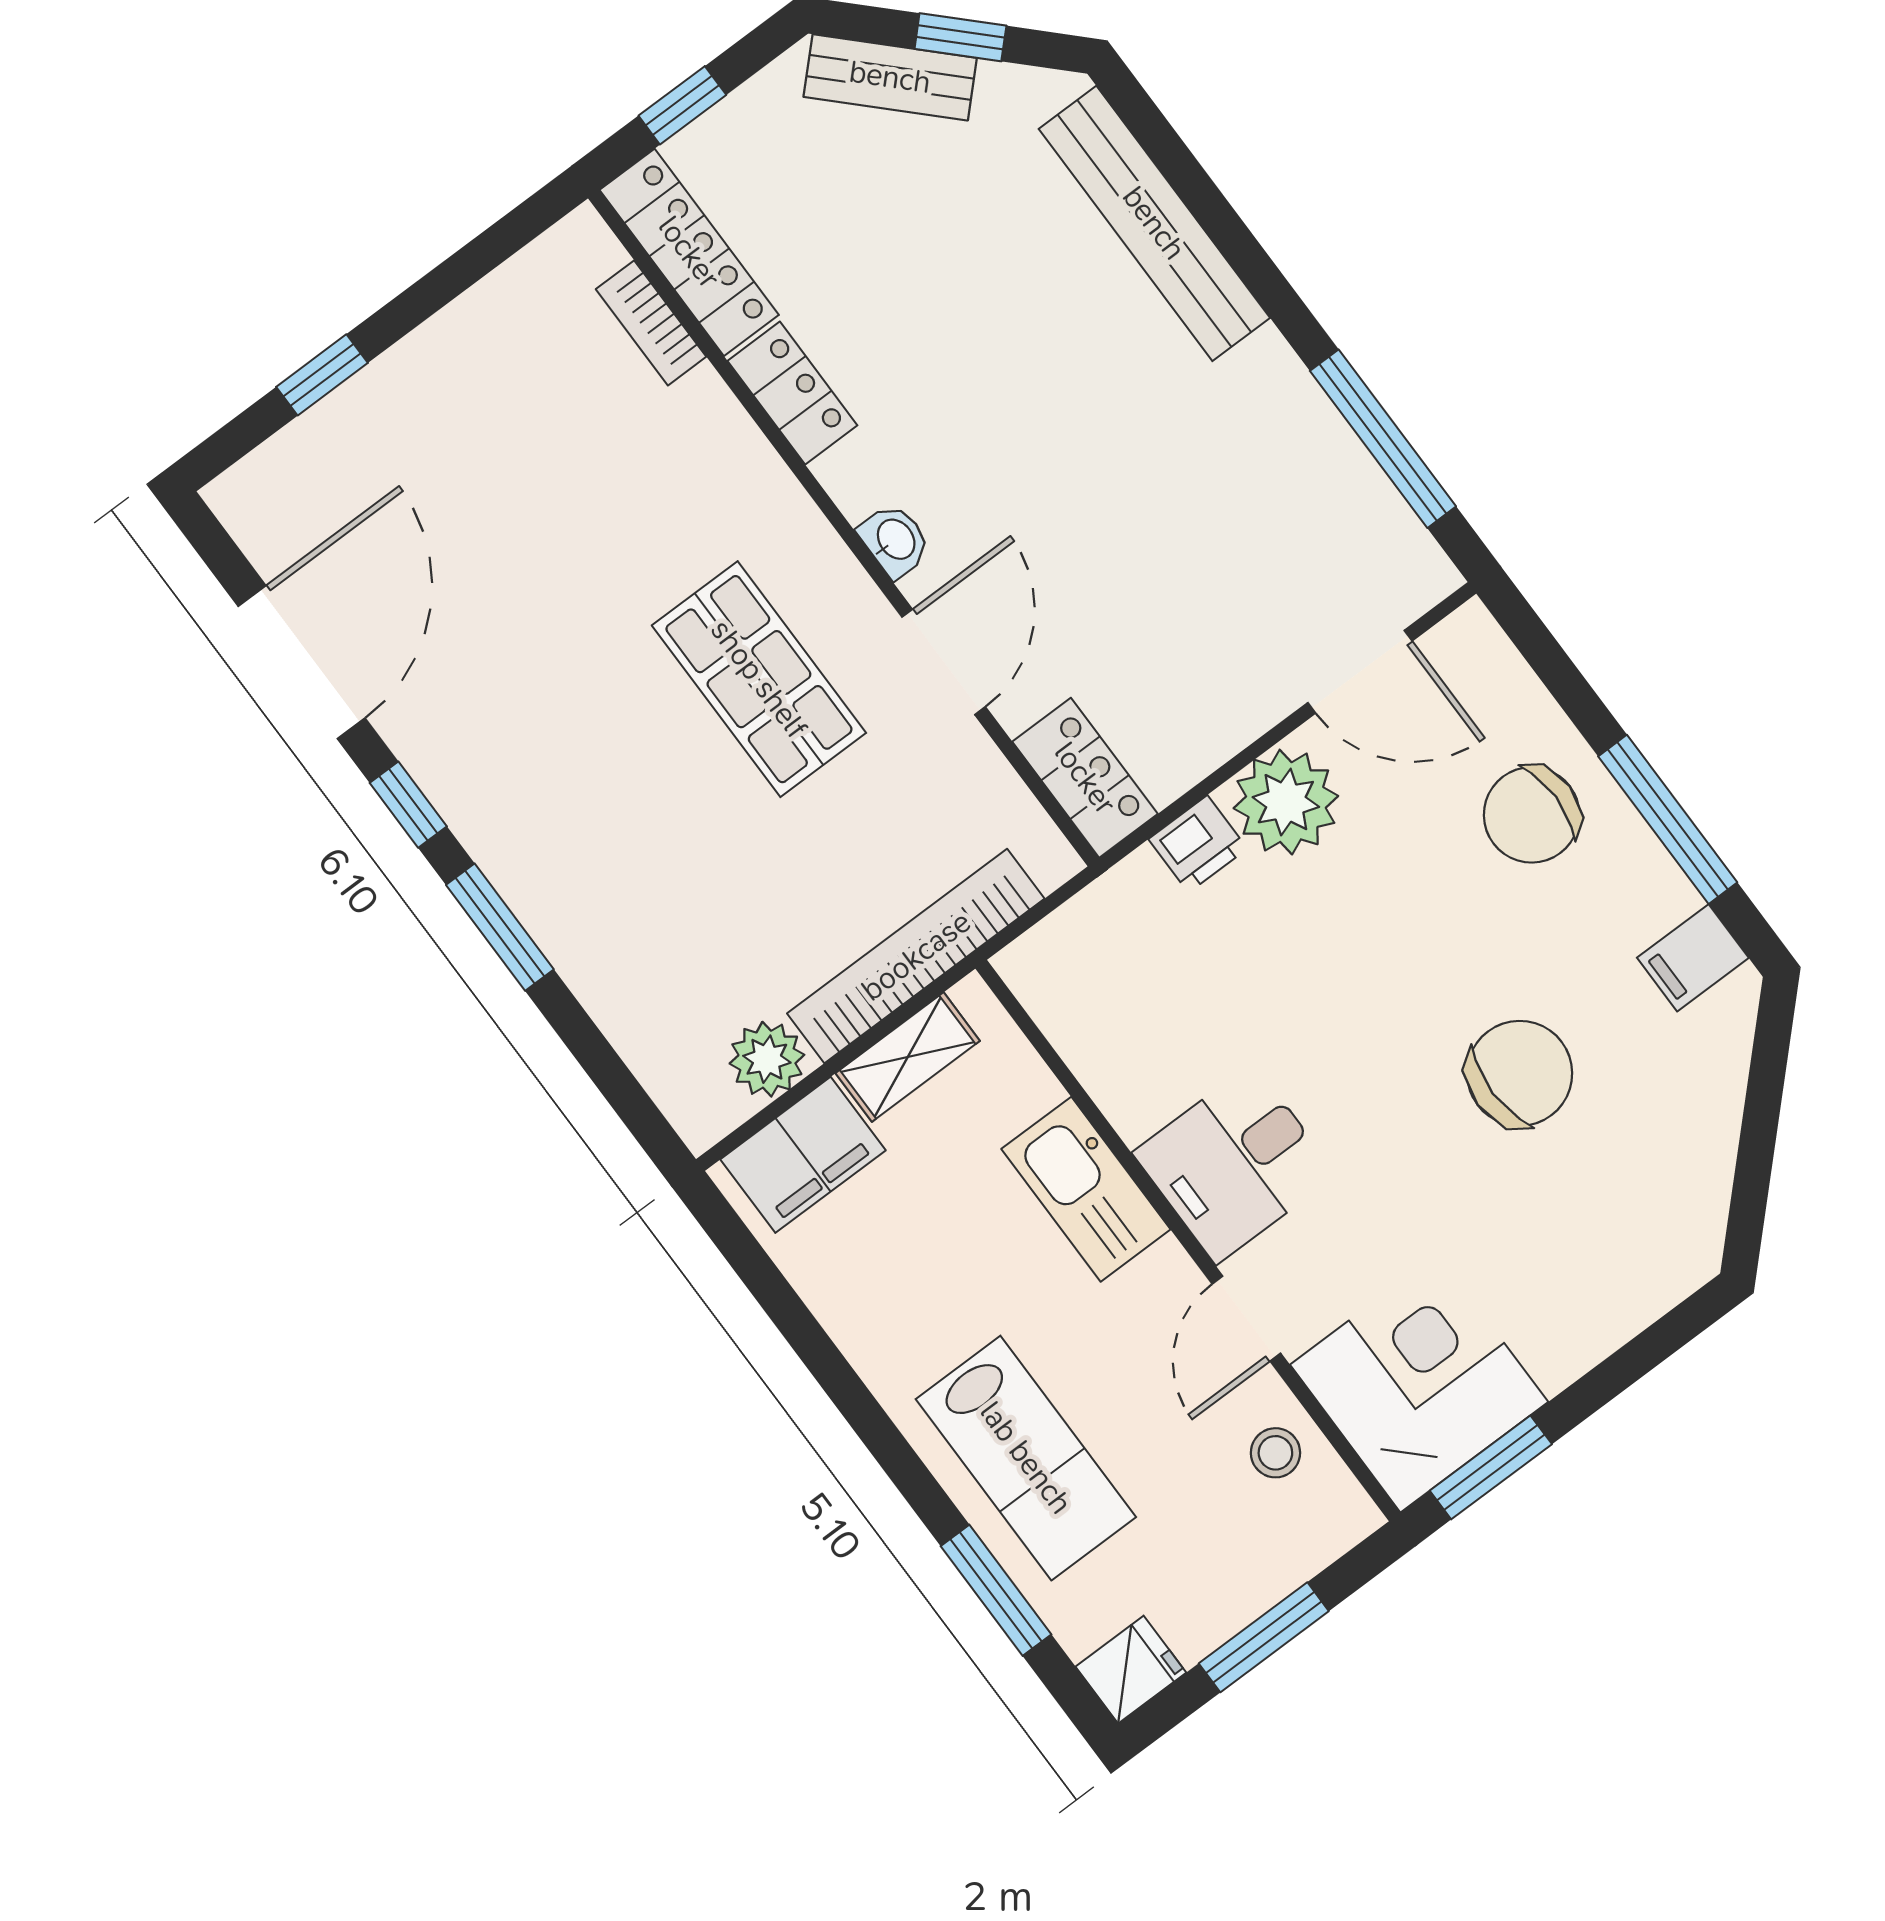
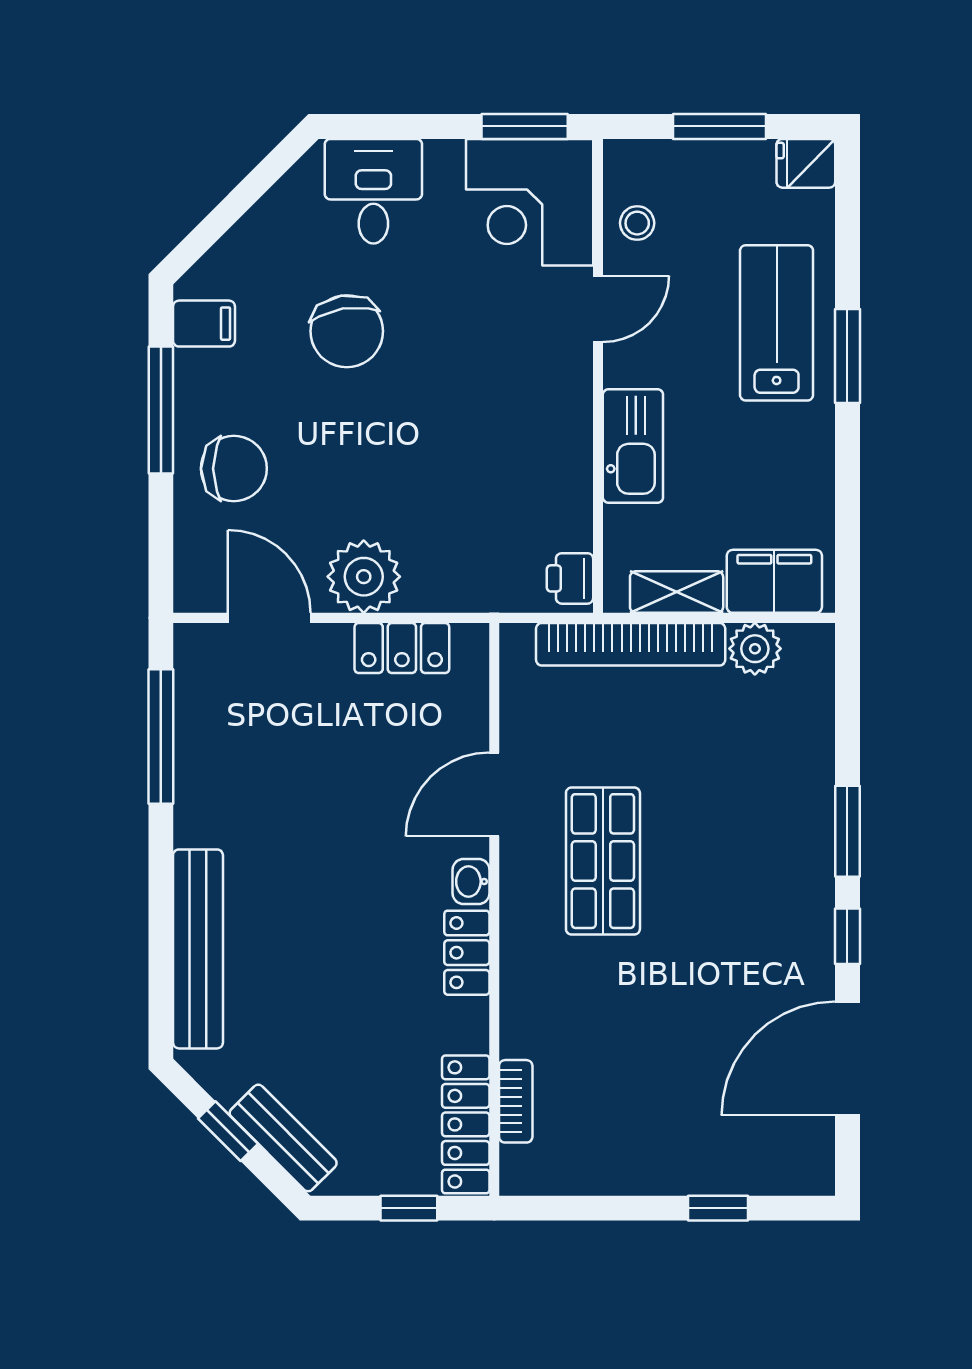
locker: (792, 393) -> (467, 953), moved
locker: (1085, 778) -> (402, 648), moved, turned -90
printer: (1198, 844) -> (570, 578), moved, turned -90
chair: (1520, 1073) -> (347, 331), turned -99
desk: (1235, 1164) -> (373, 191), moved, turned -90
window: (996, 1590) -> (847, 356), moved

